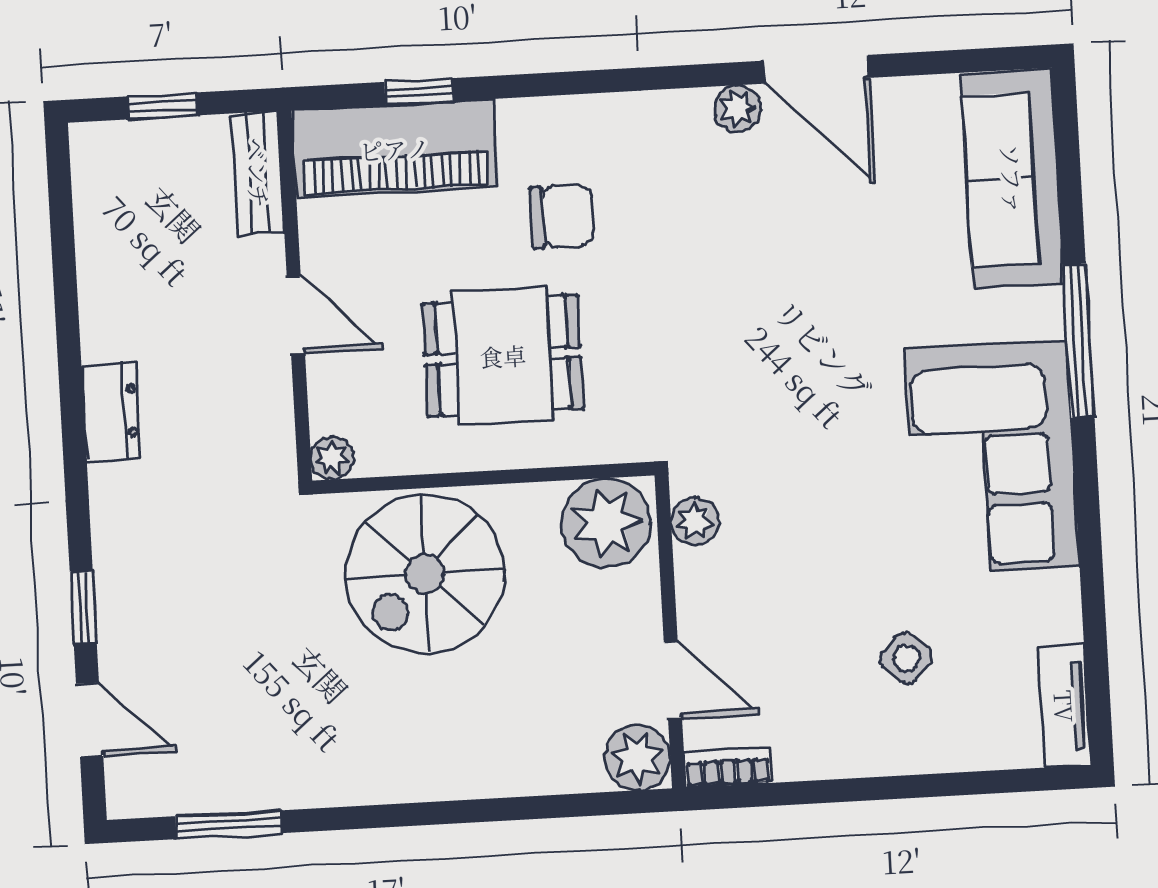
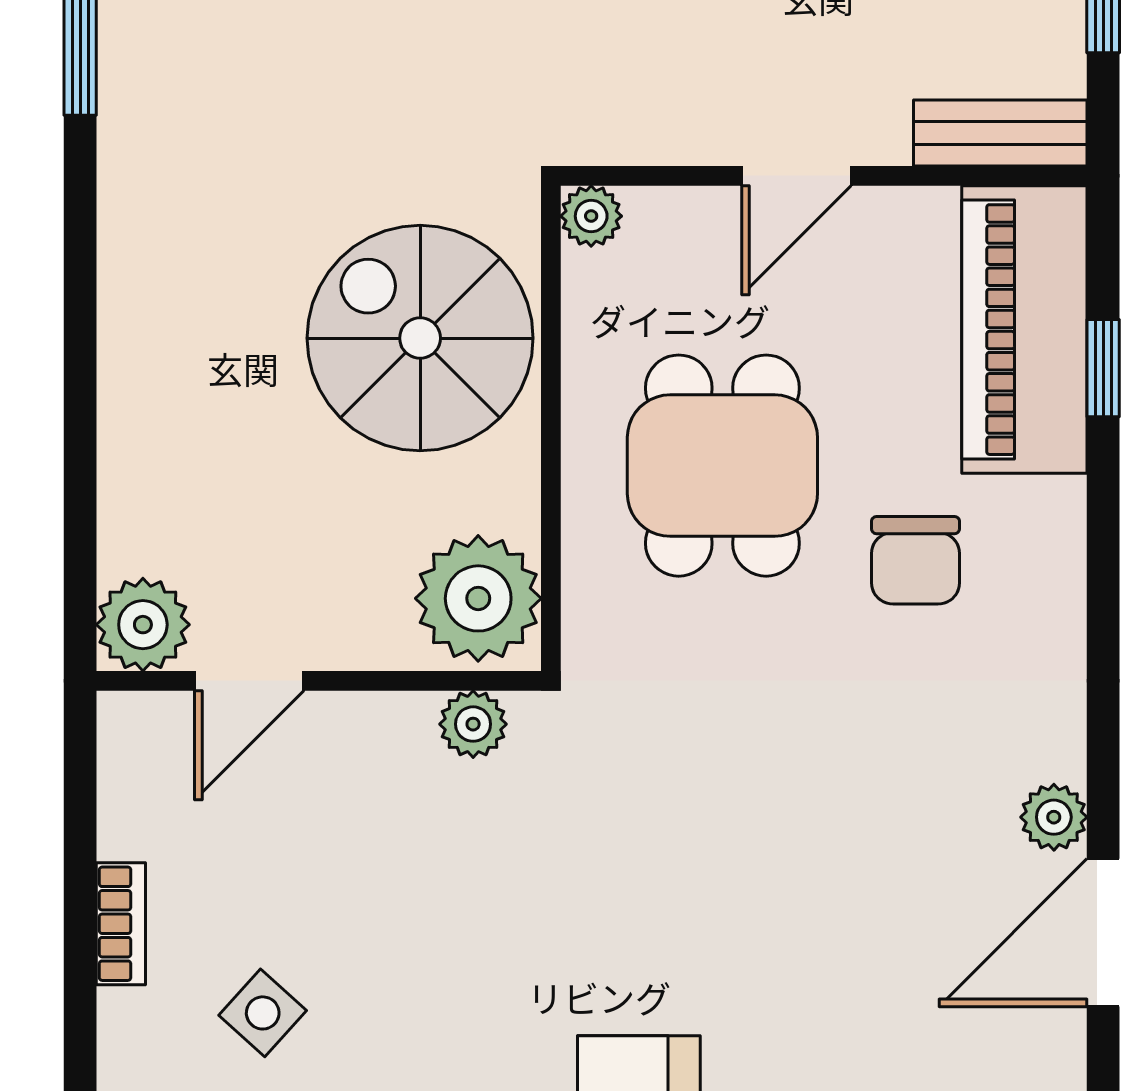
bookcase: (728, 768) -> (121, 924), moved

